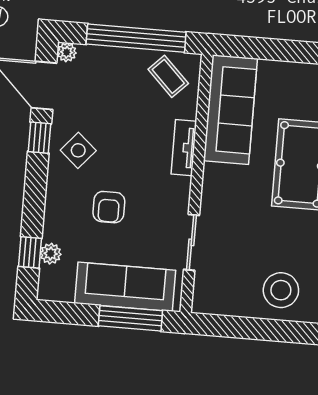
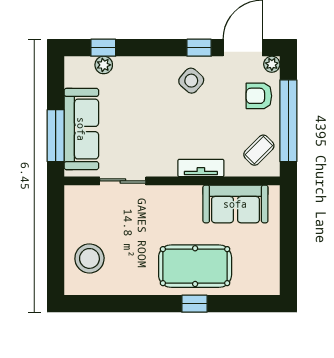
sofa: (230, 110) -> (235, 204), width x0.73
armchair: (109, 207) -> (259, 96), moved

